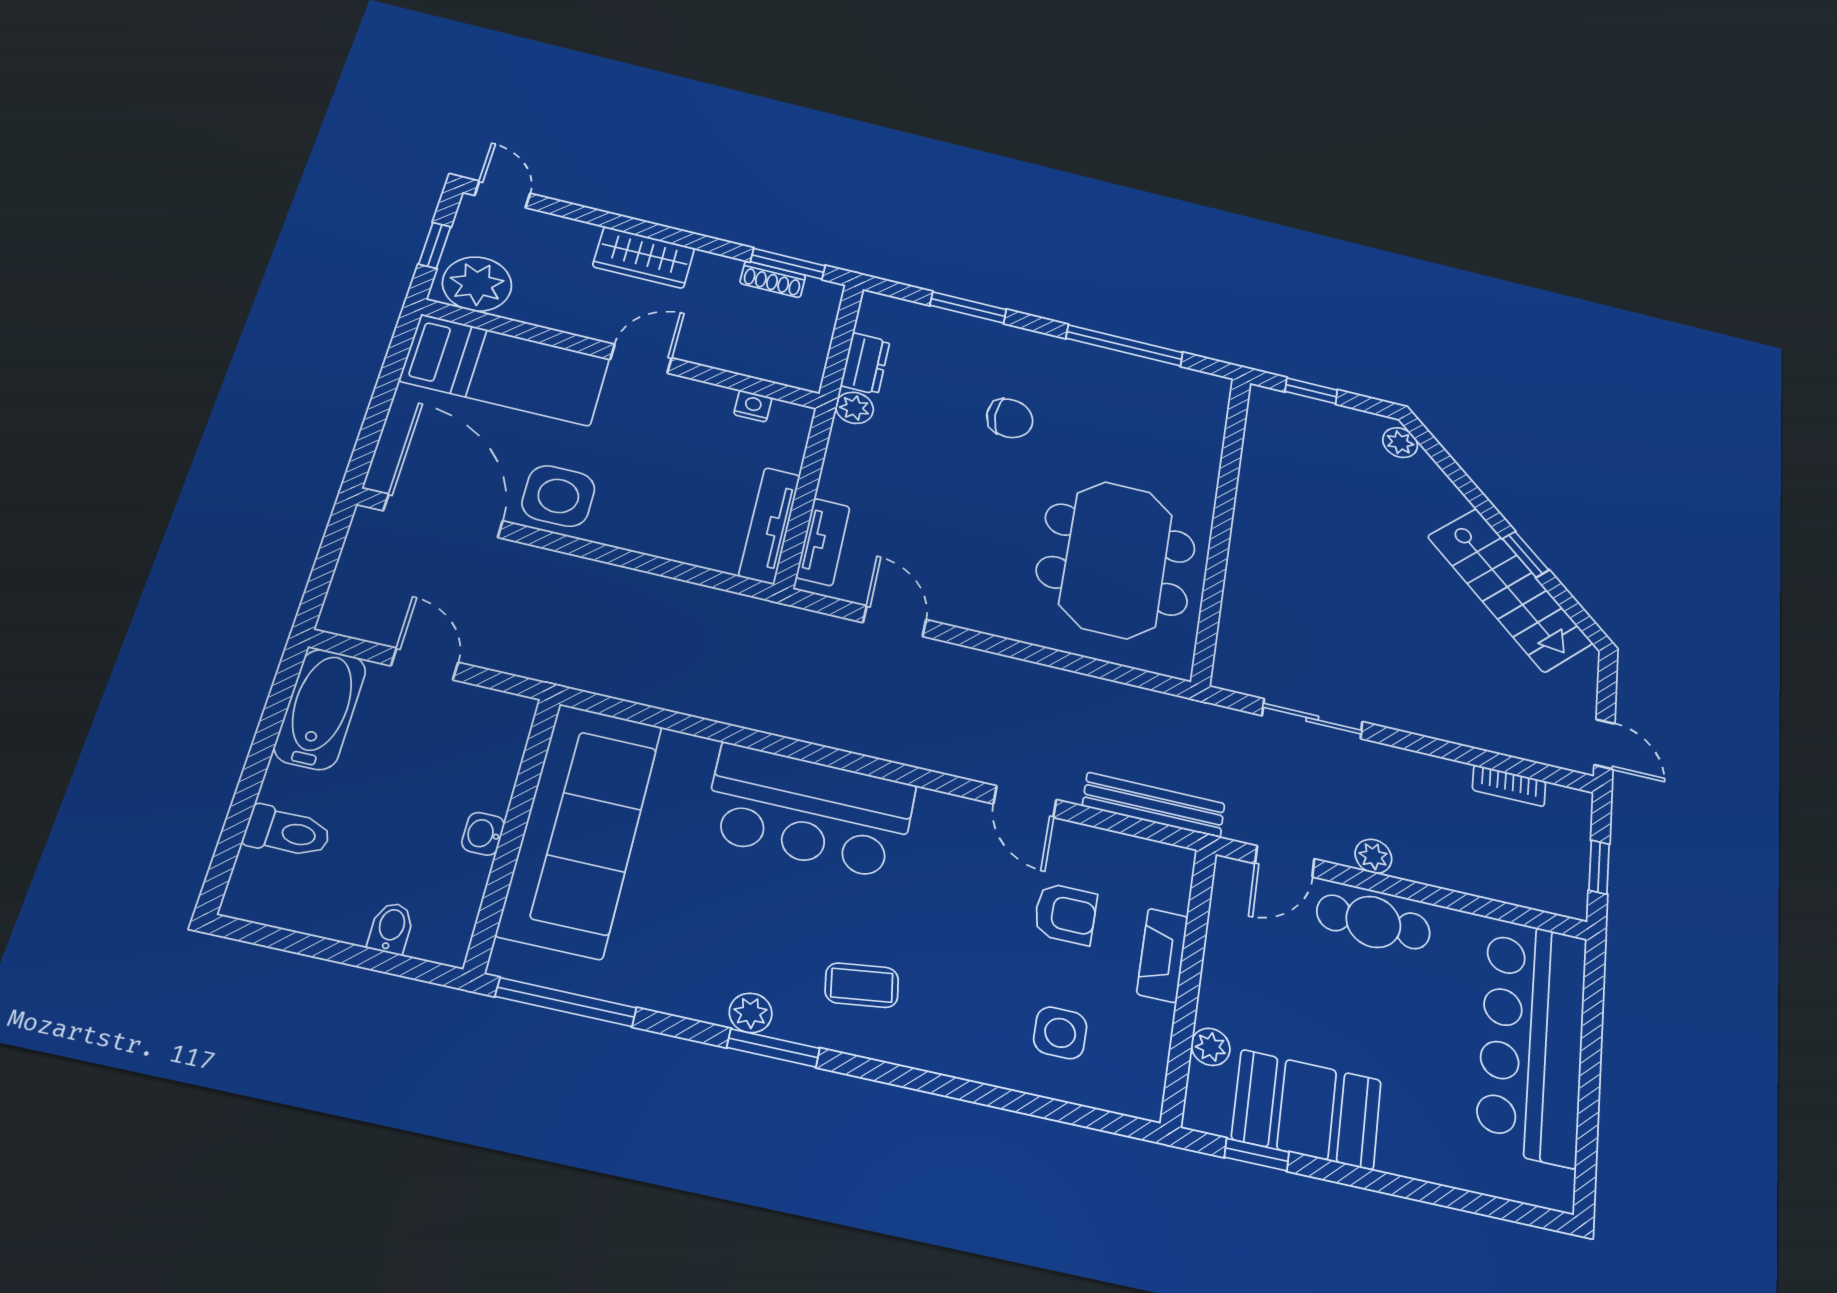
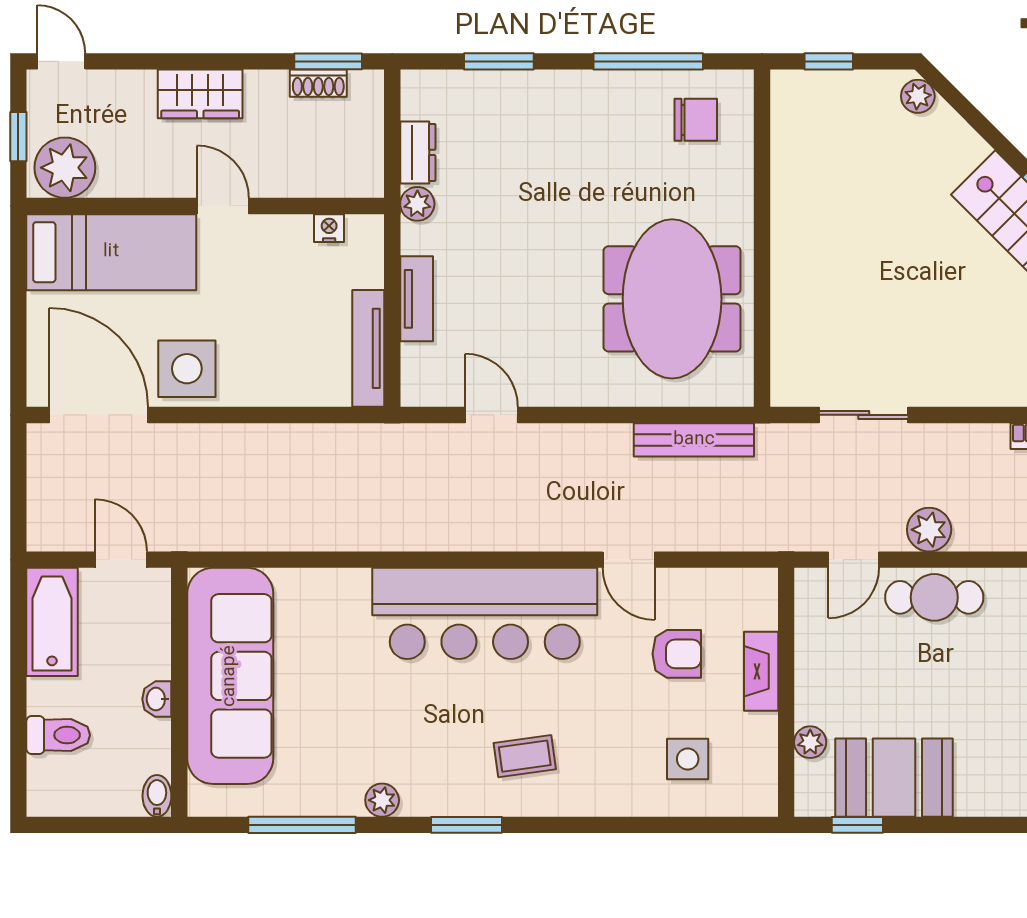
door: (641, 359) -> (223, 206), hinge flipped
chair: (1010, 418) -> (696, 120), moved
tv unit: (823, 542) -> (417, 299), moved
bench: (1154, 805) -> (694, 440), moved
bar counter: (810, 811) -> (485, 613), width x1.36
sofa: (580, 829) -> (230, 676), moved
wall: (513, 833) -> (179, 692), moved
washbasin: (483, 834) -> (157, 699), moved
plant: (1373, 856) -> (929, 530), width x1.38, depth x1.38
plant: (751, 1013) -> (382, 800), moved

